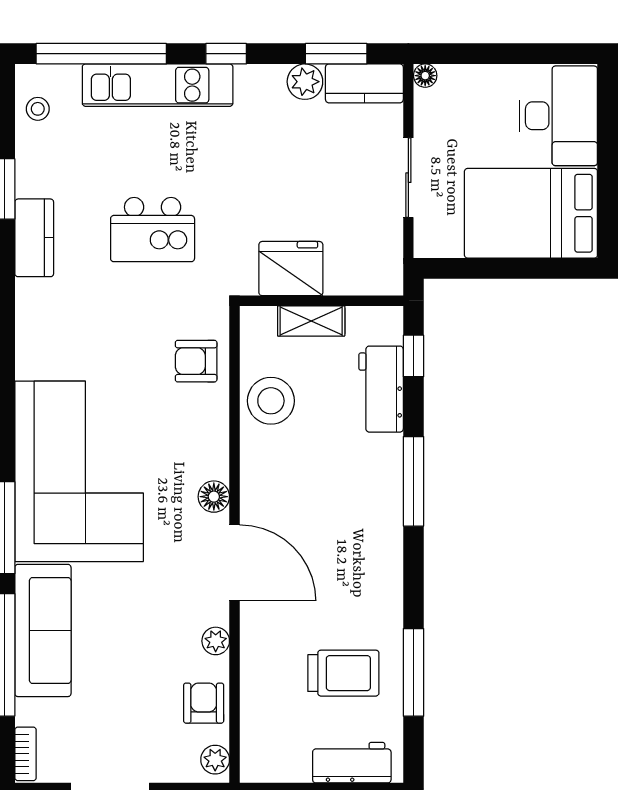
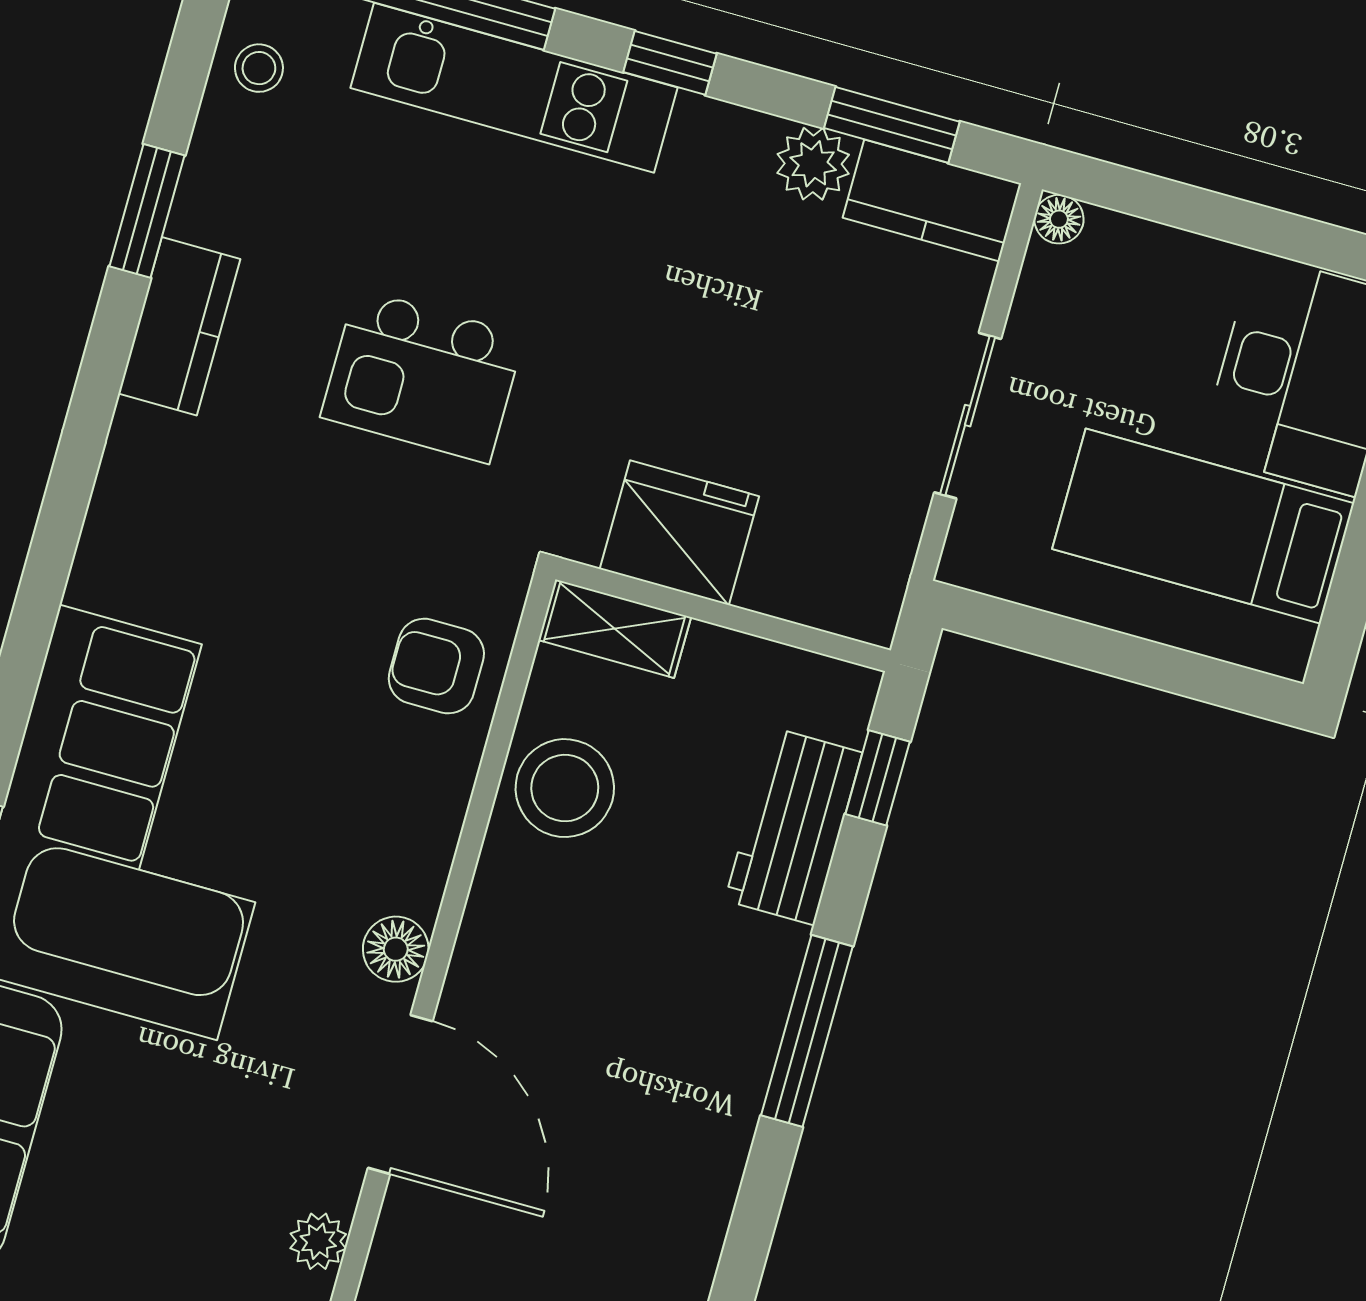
bed: (531, 213) -> (1203, 526), width x0.67
shelving: (311, 321) -> (615, 629), moved

